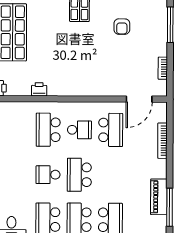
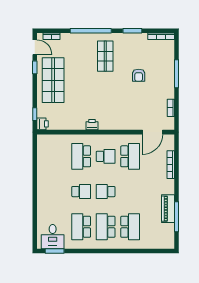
printer: (39, 89) -> (92, 125), moved
school desk: (48, 175) -> (81, 192), turned 180
school desk: (79, 175) -> (106, 192), width x0.54

